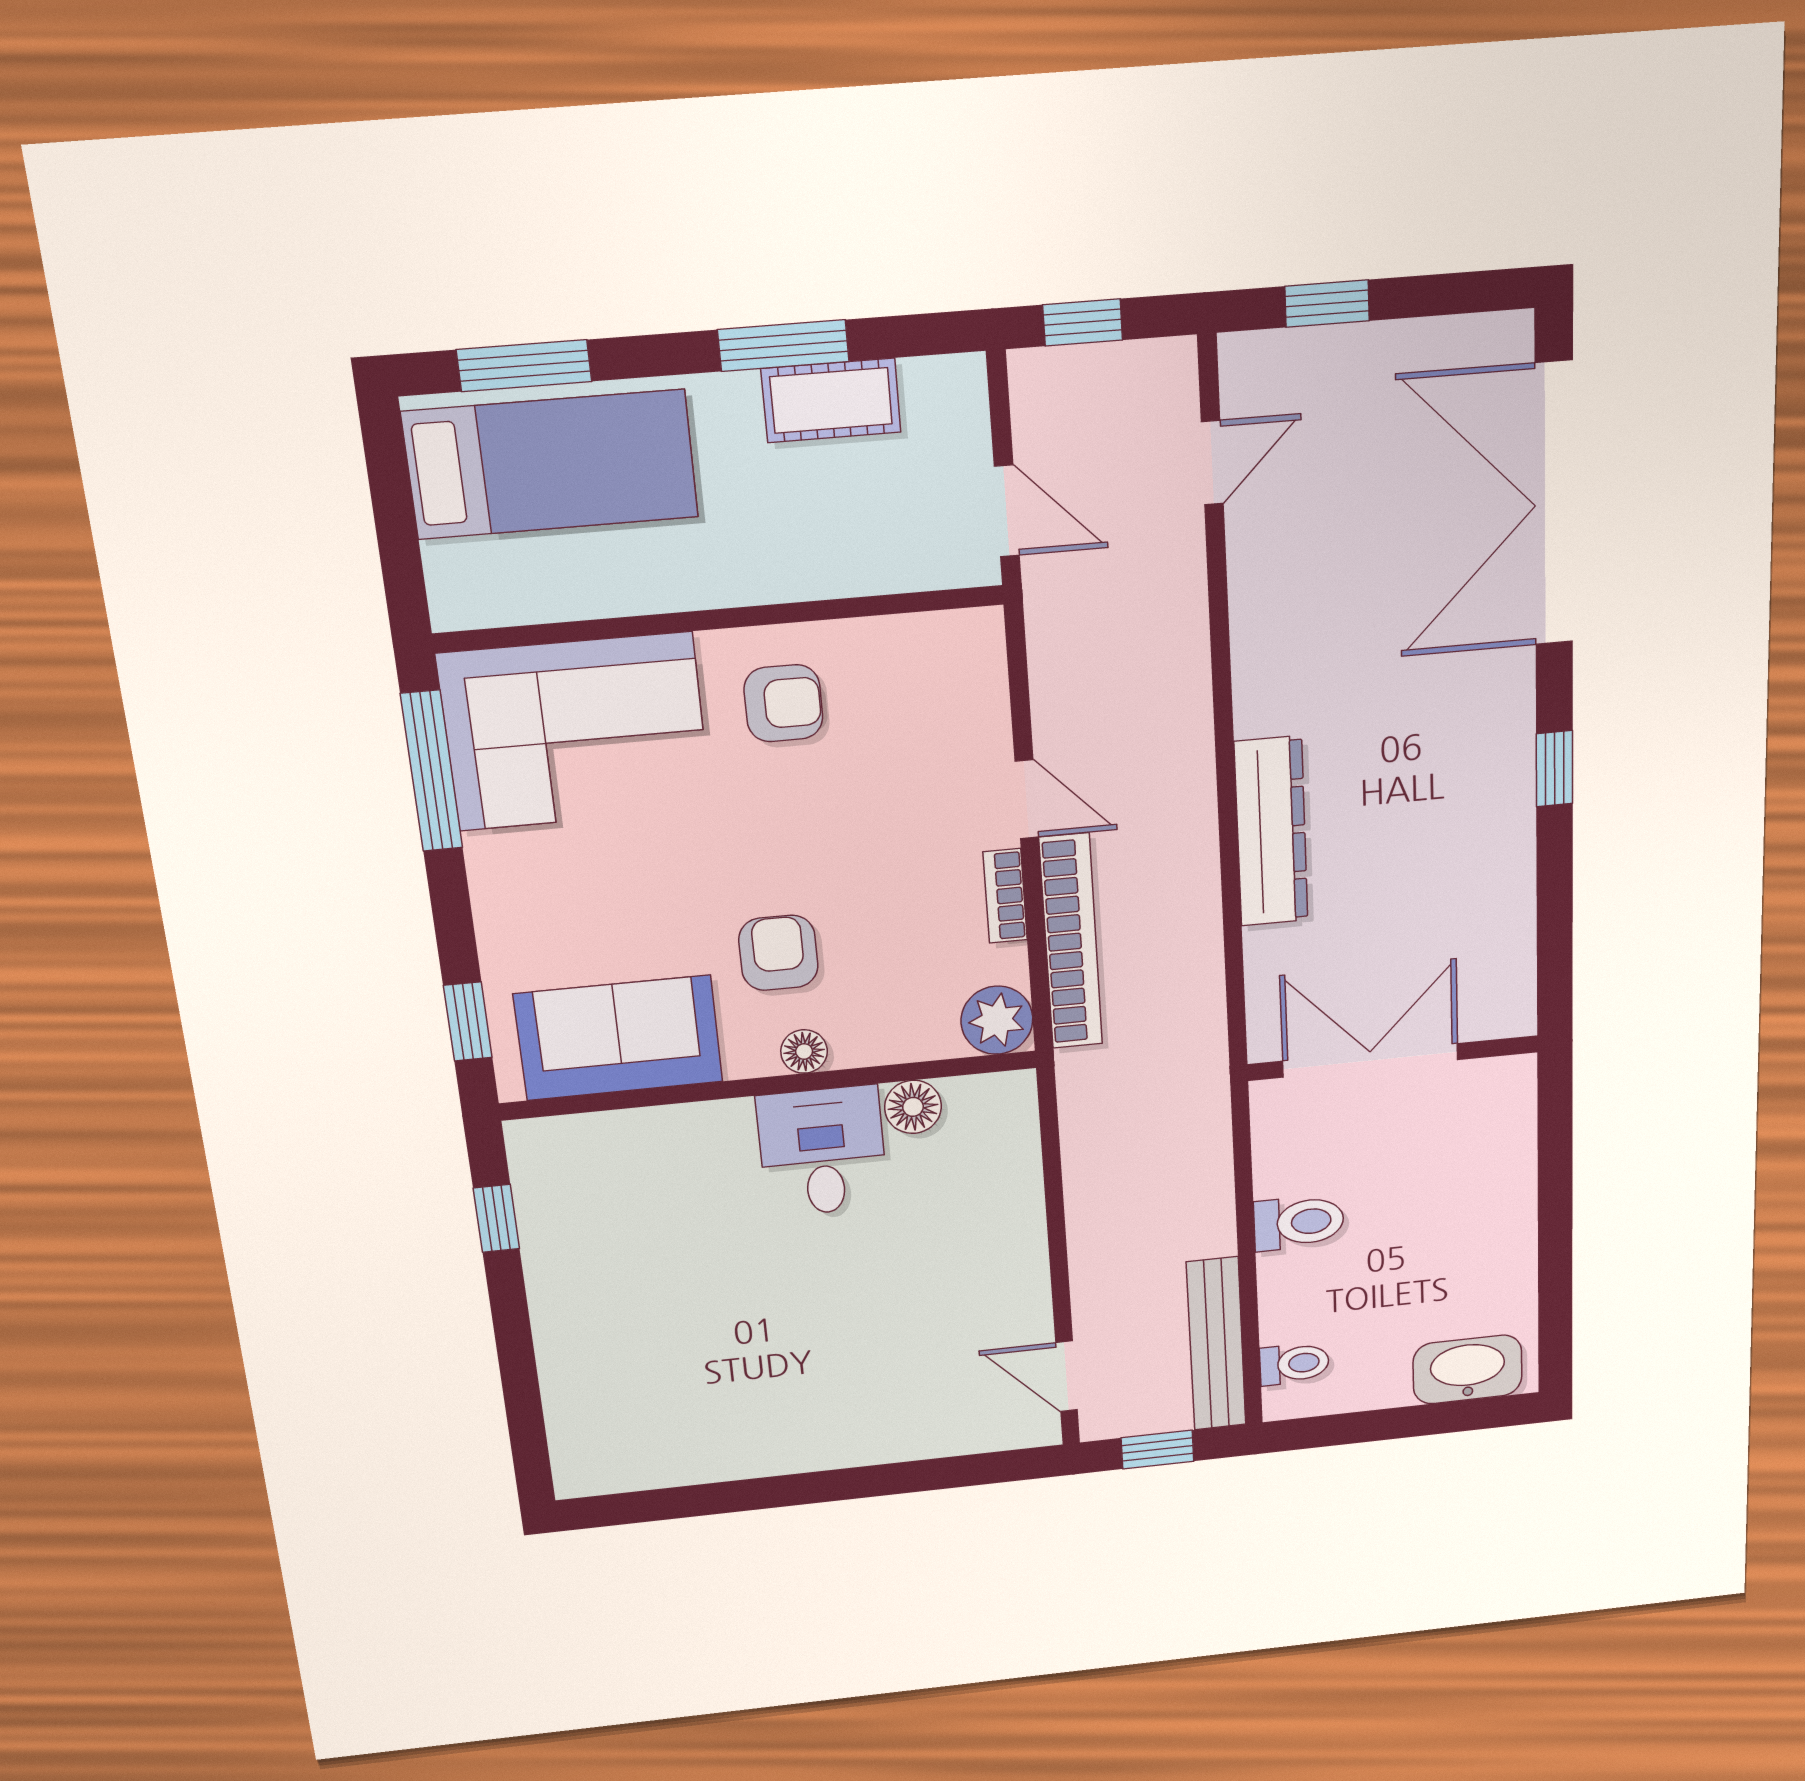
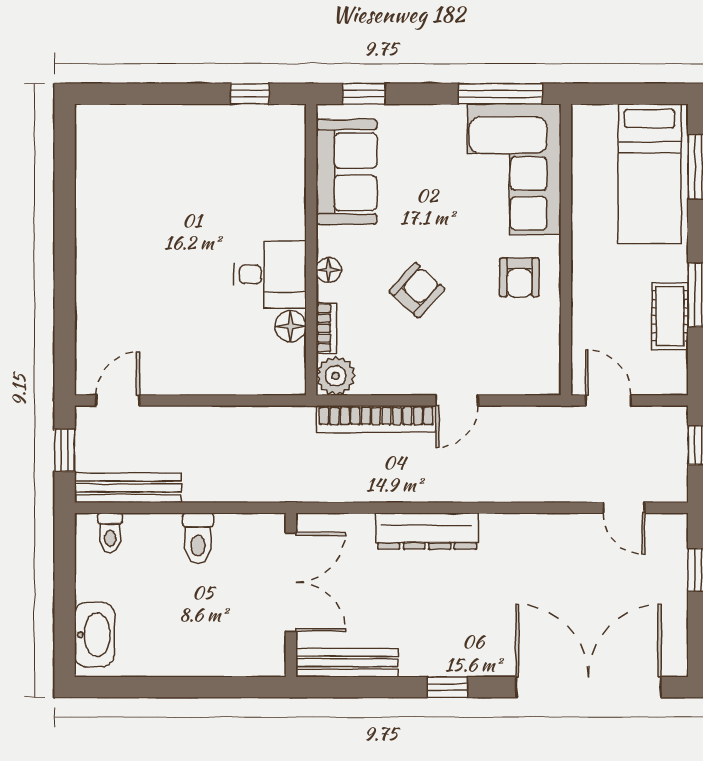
door: (1007, 511) -> (608, 400), swing flipped
bookcase: (1005, 896) -> (326, 328), moved, turned 90
bench: (1512, 950) -> (347, 663), added
armchair: (778, 953) -> (417, 290), moved, turned -48

